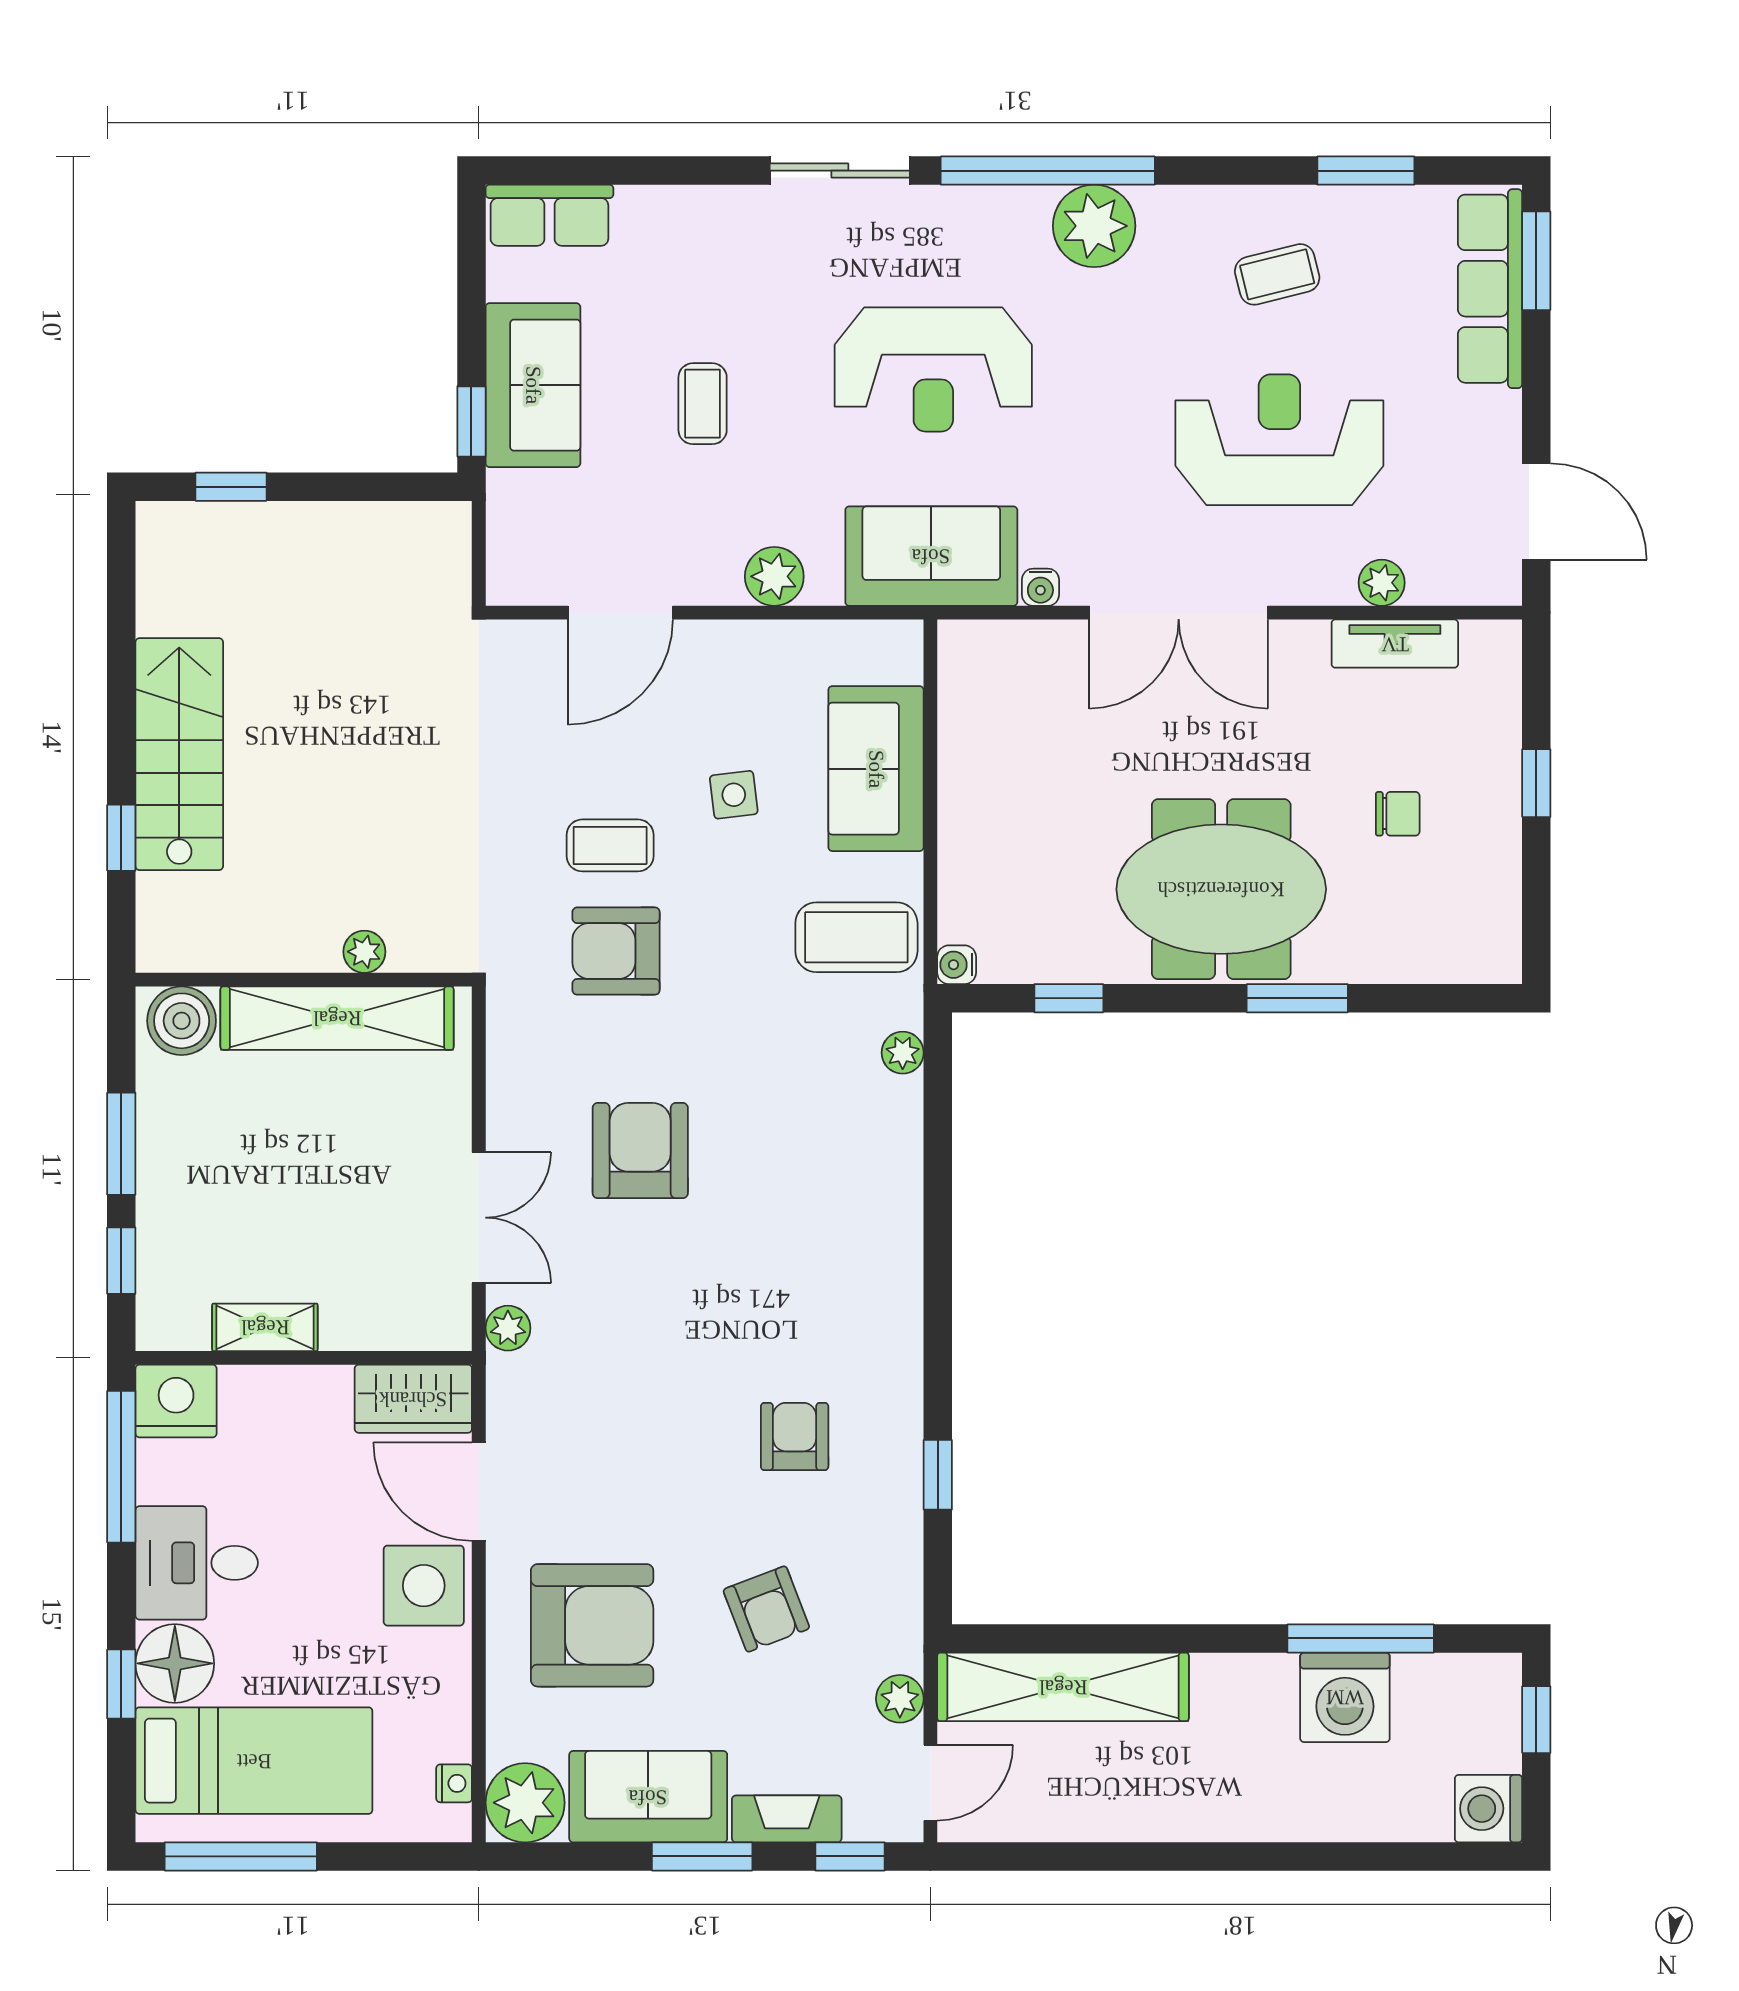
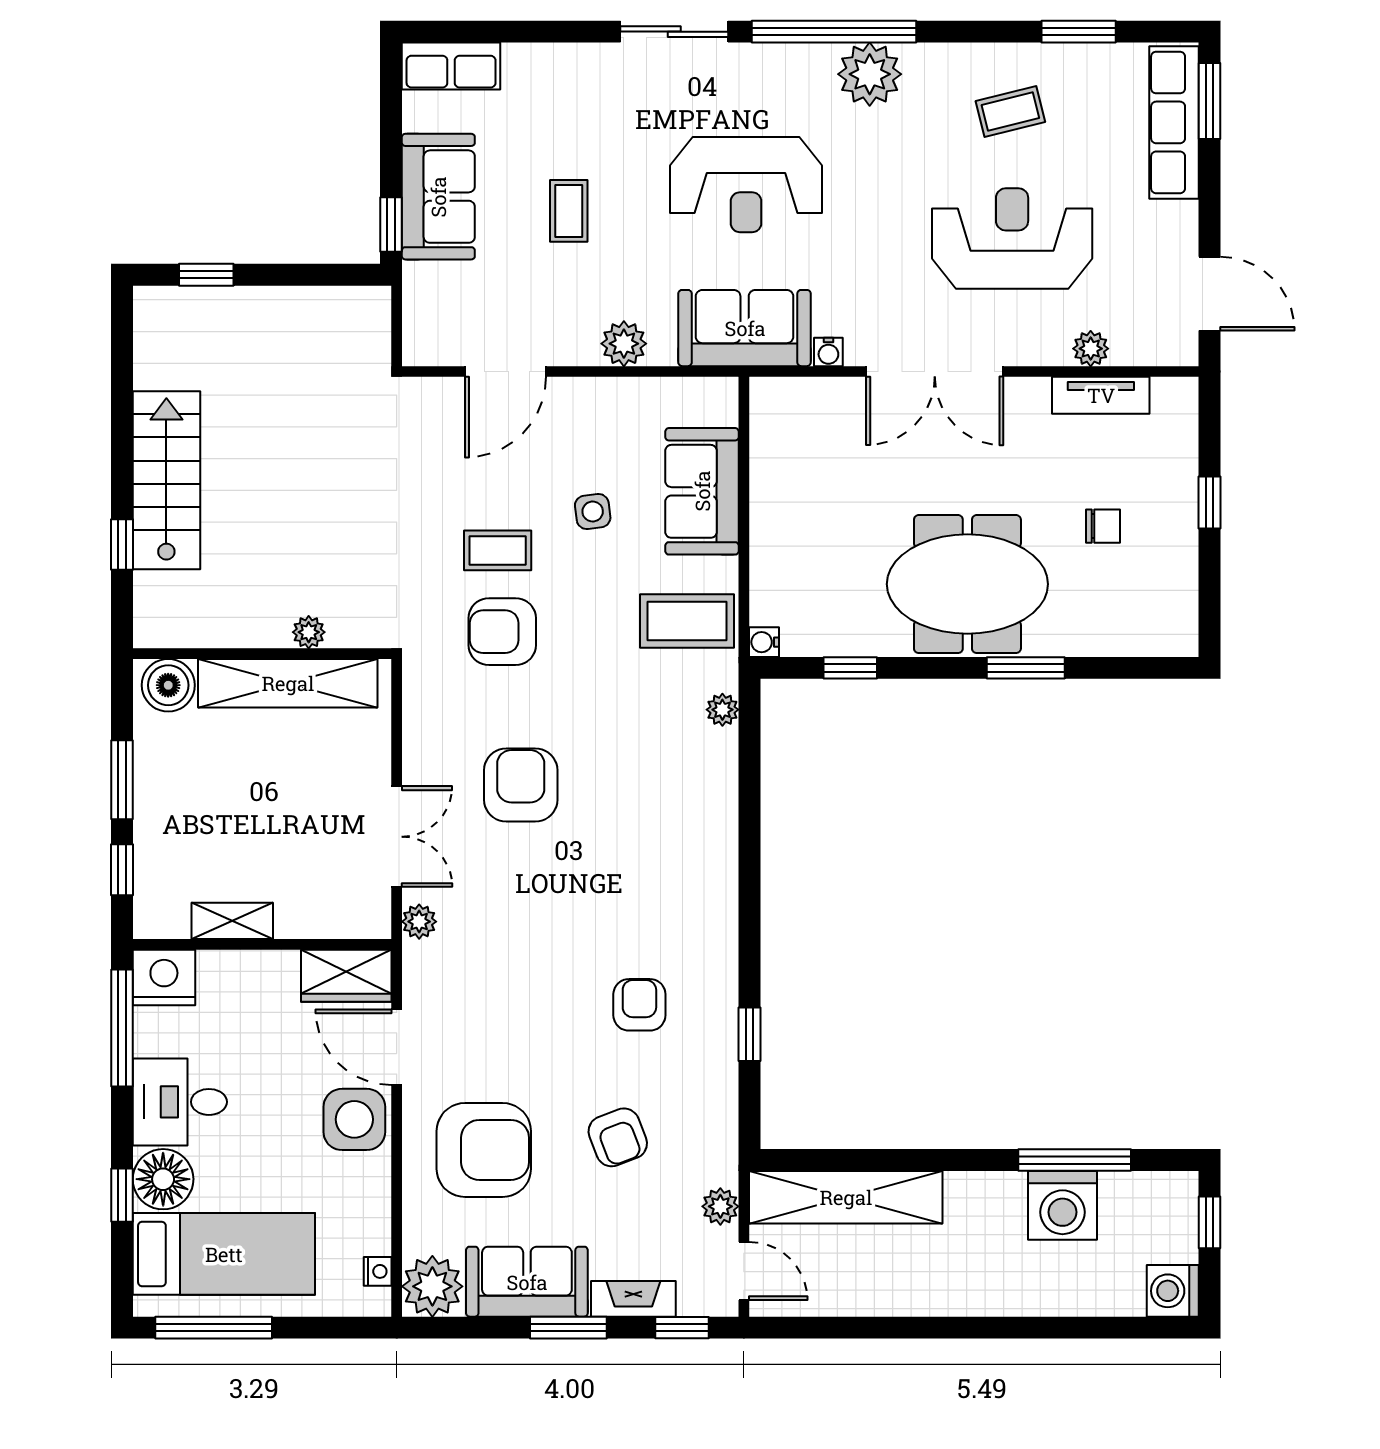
door: (930, 1783) -> (744, 1271), hinge flipped

